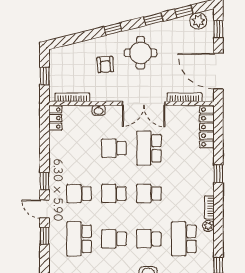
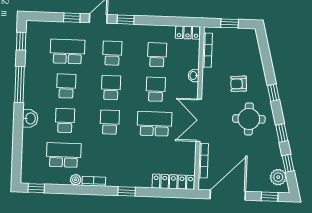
school desk: (79, 148) -> (157, 55), added

